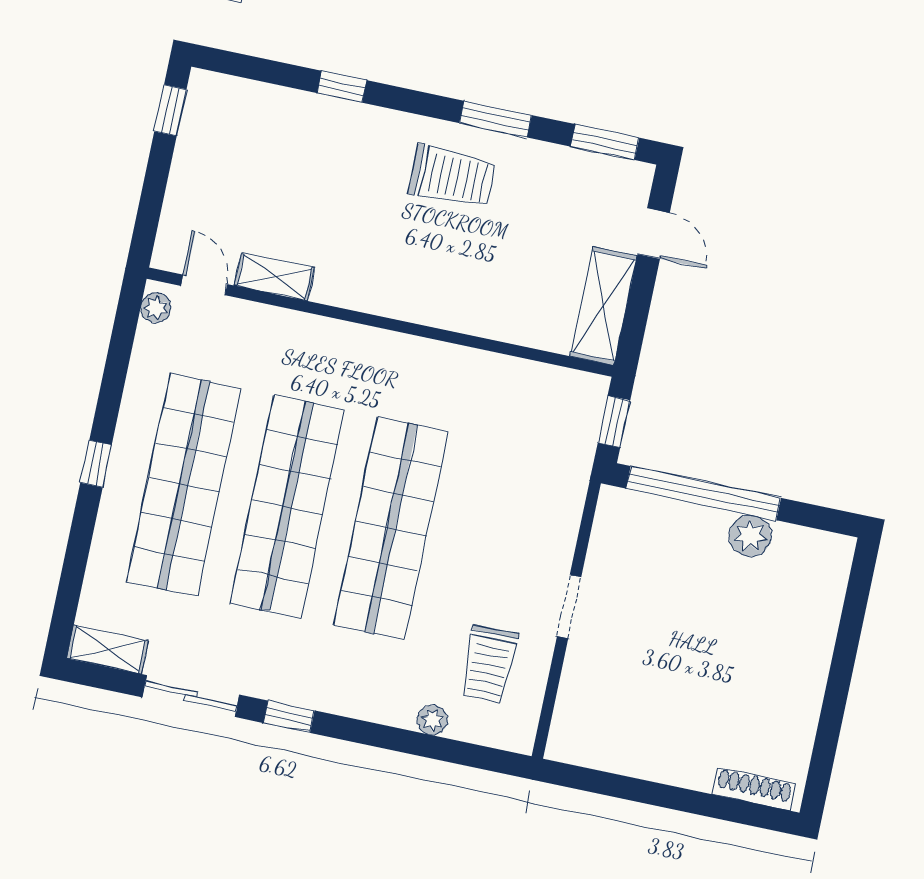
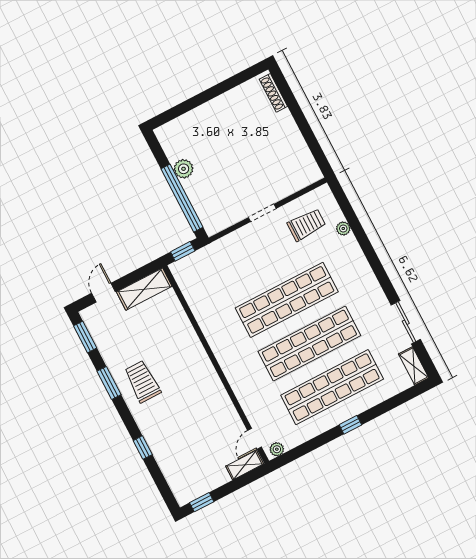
shelving: (274, 277) -> (245, 465), moved, turned 90
window: (289, 717) -> (384, 281), removed

